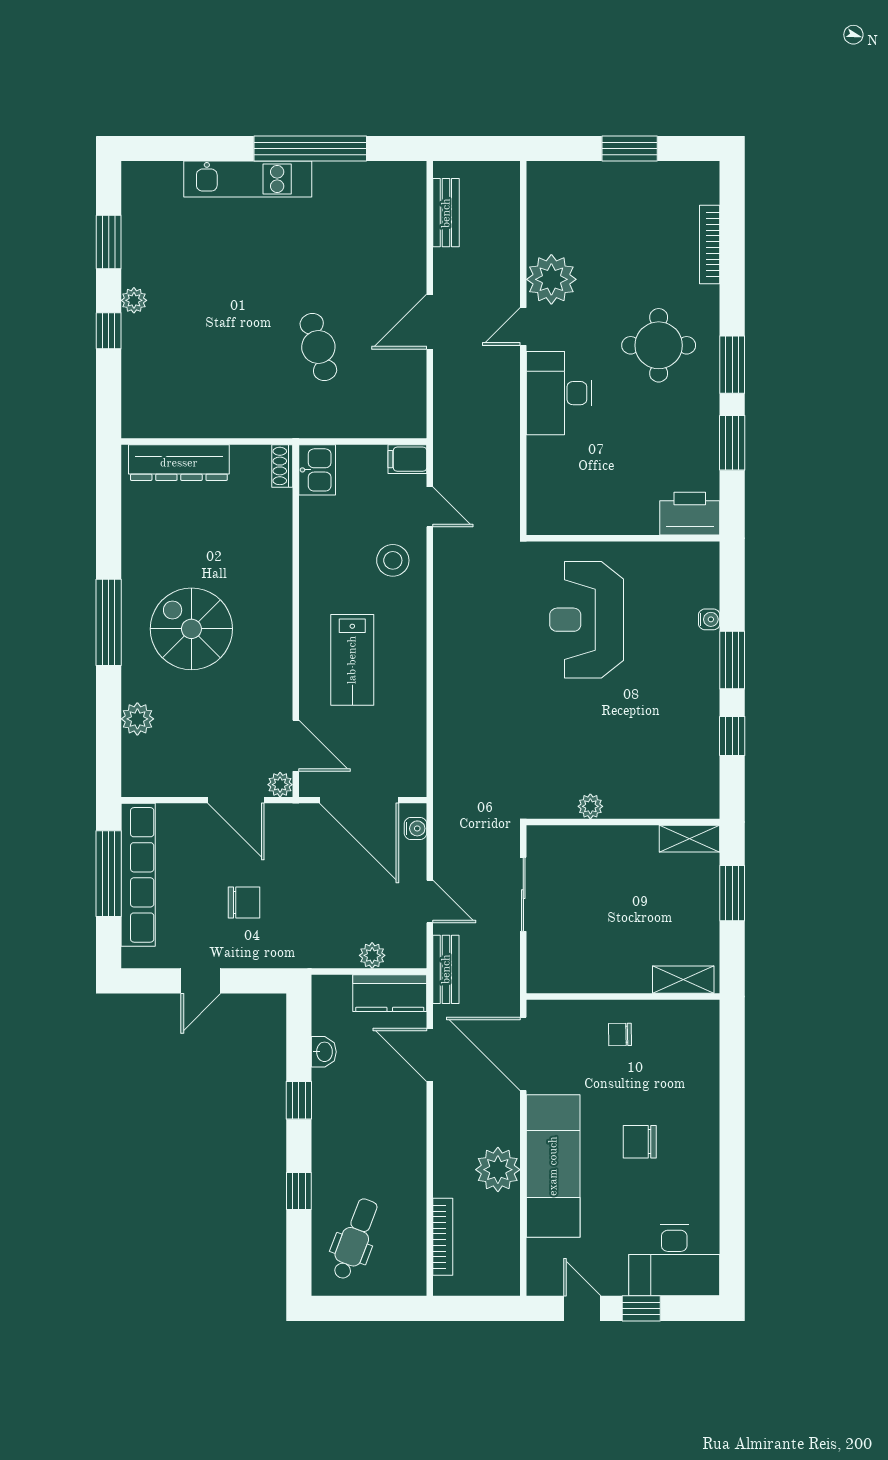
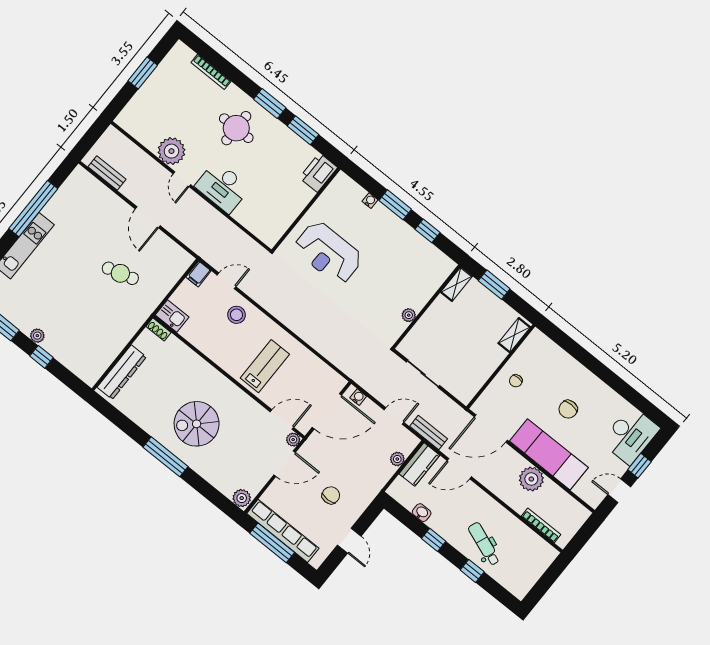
lab bench: (352, 660) -> (265, 366), turned -90
plant: (137, 719) -> (242, 498), moved
dental chair: (355, 1239) -> (484, 544), moved

